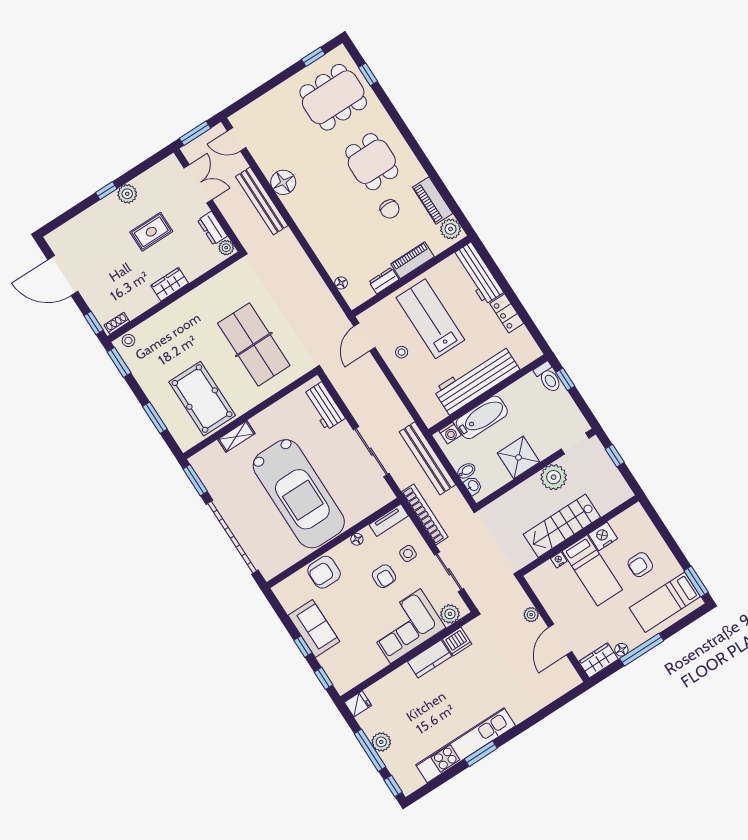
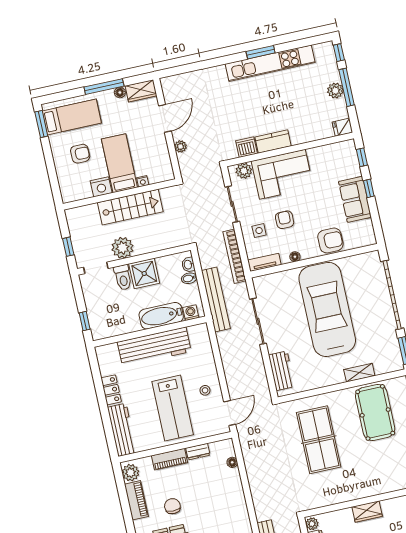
toilet: (548, 377) -> (123, 277), moved, turned 180

